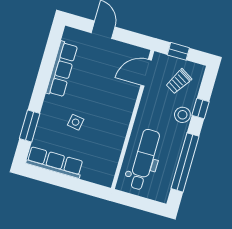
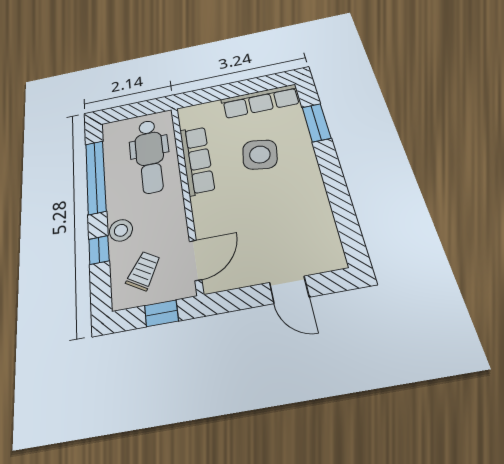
row of seats: (62, 69) -> (197, 160), moved, turned 180
side table: (76, 122) -> (260, 155), width x1.87, depth x1.87

